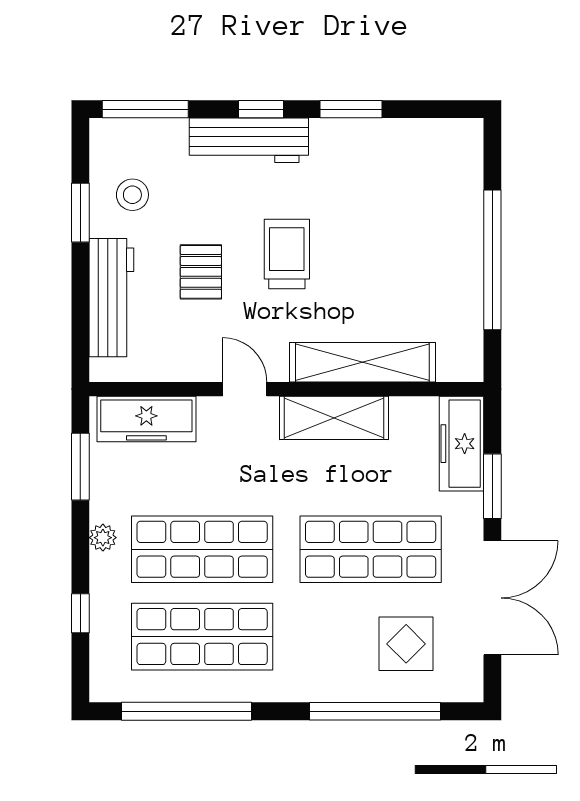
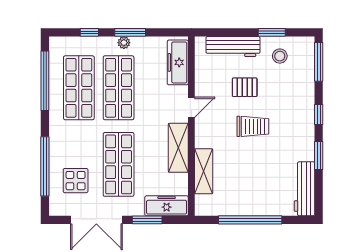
workbench: (249, 140) -> (305, 189), moved
shelving: (362, 362) -> (204, 171), width x0.68
window: (80, 467) -> (130, 32), moved

